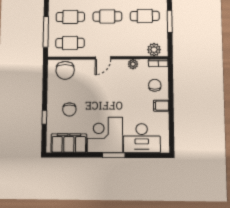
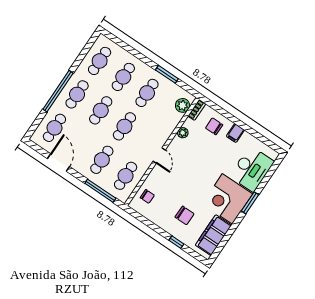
chair: (65, 70) -> (147, 196), width x0.54, depth x0.54

